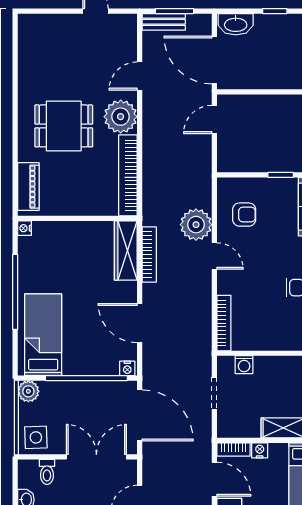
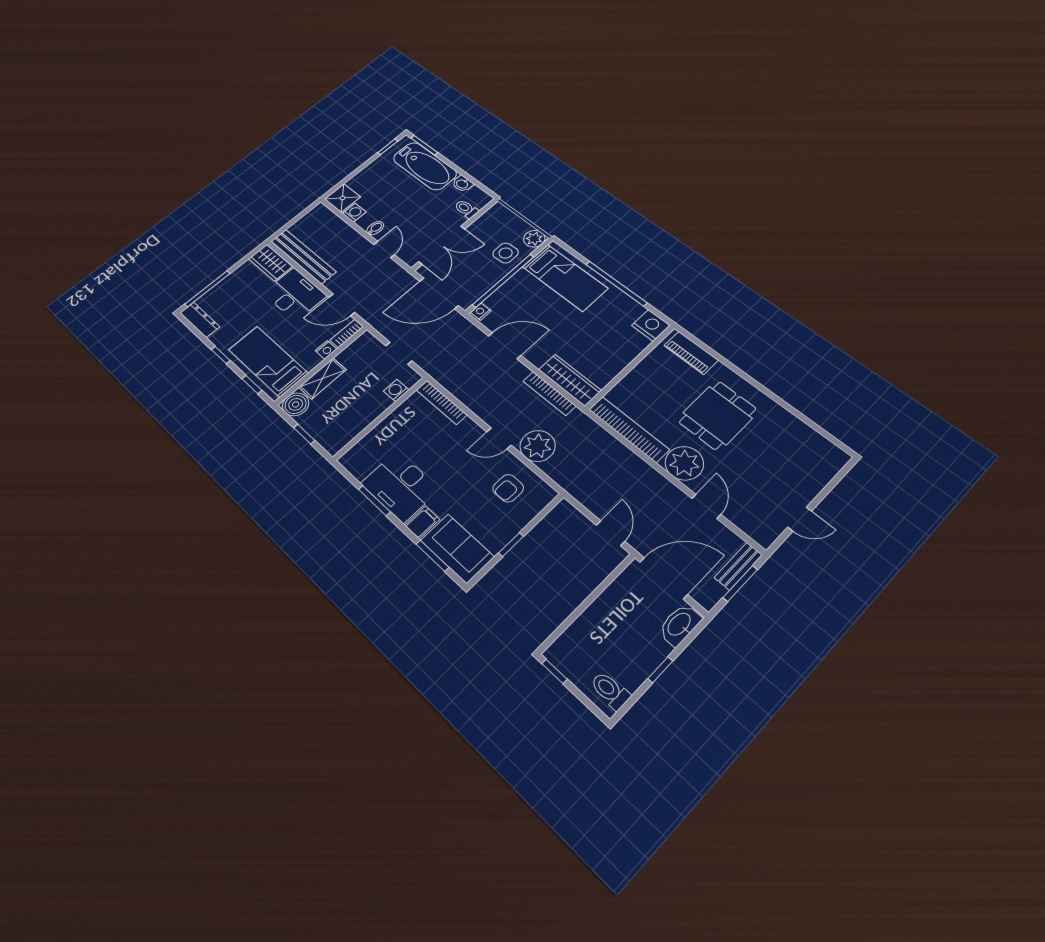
nightstand: (25, 228) -> (651, 325), width x1.89, depth x1.79
side table: (36, 437) -> (506, 253), moved

